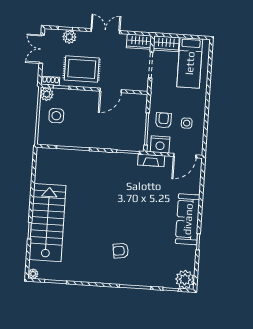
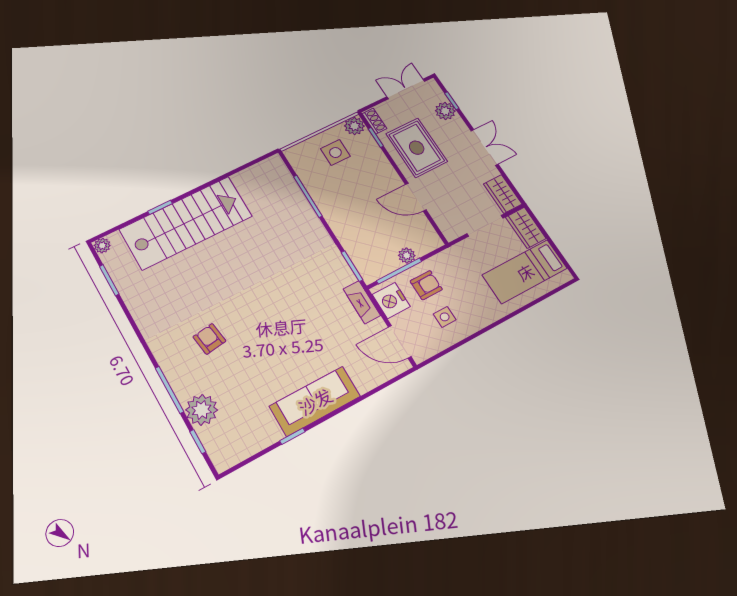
plant: (141, 119) -> (407, 255), added
plant: (185, 279) -> (202, 410), moved

